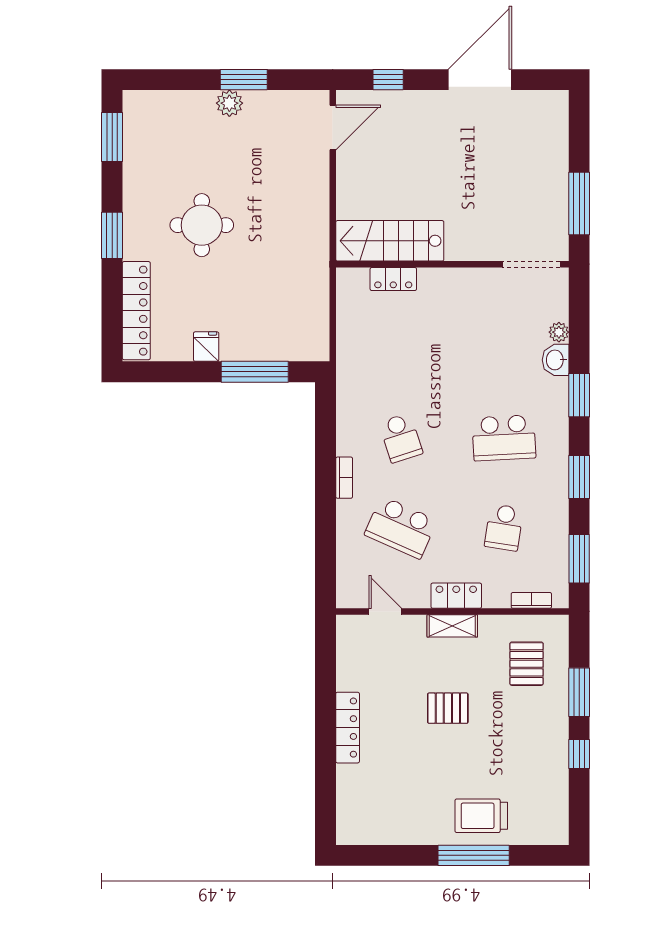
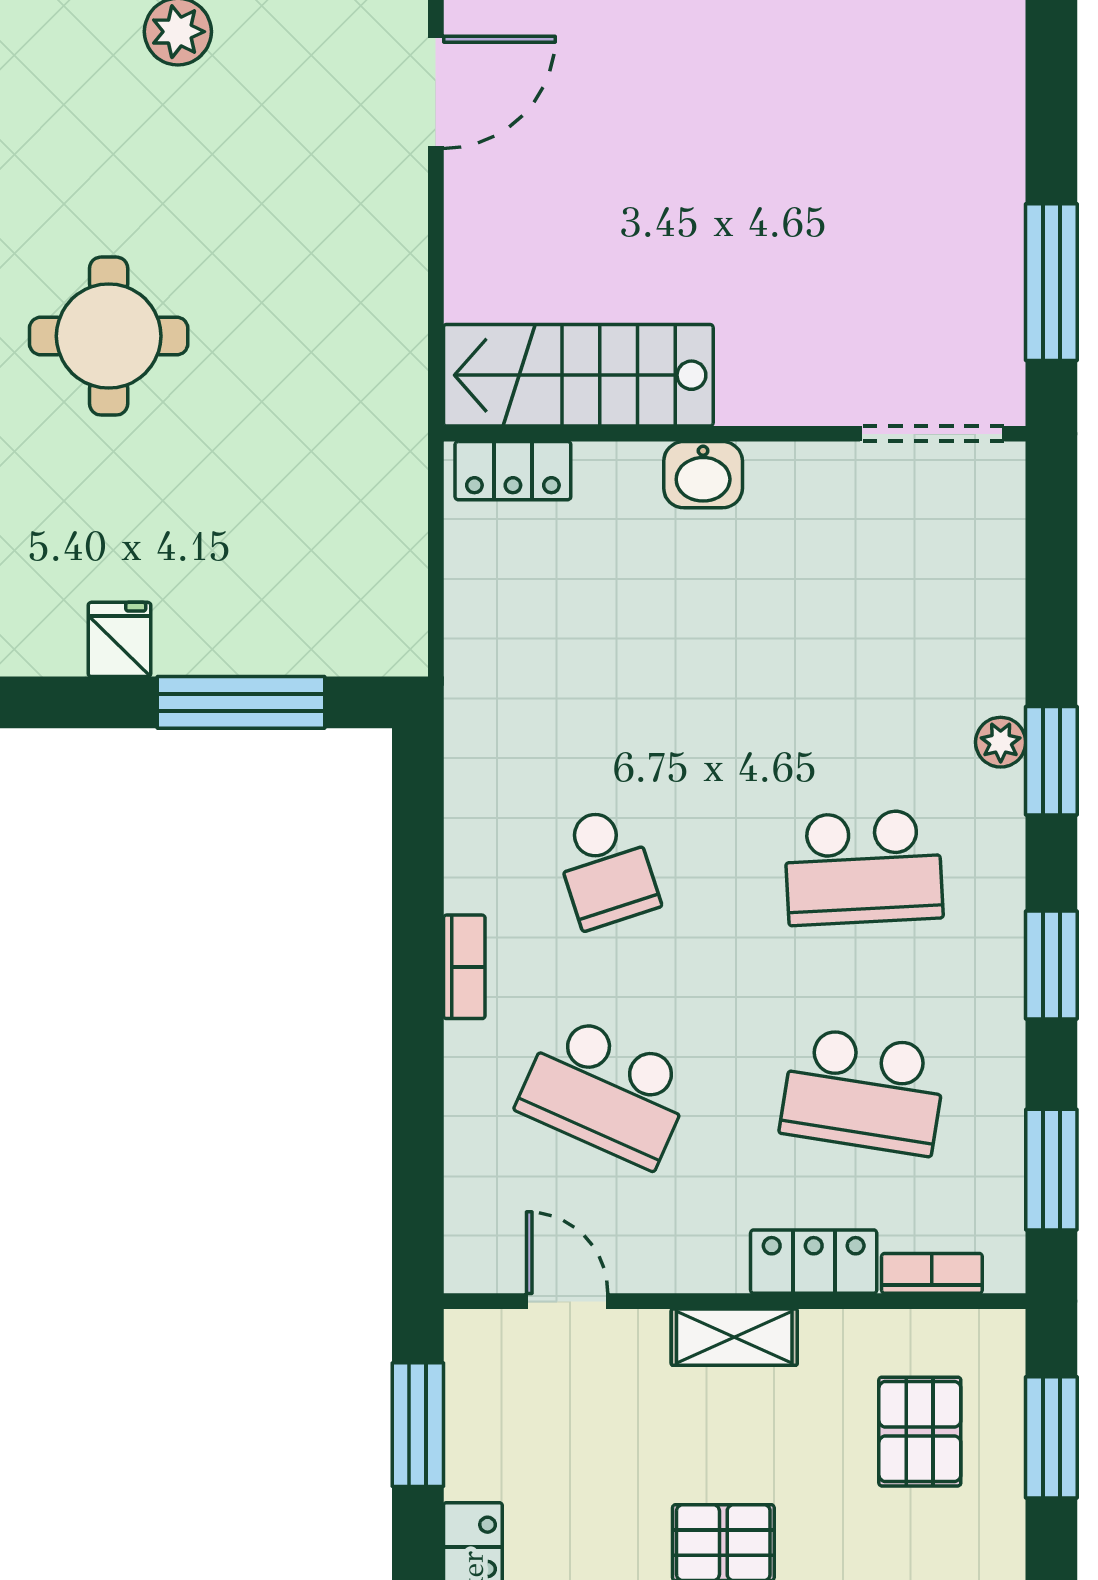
locker: (393, 279) -> (513, 471), moved
plant: (559, 332) -> (1001, 742), moved
washbasin: (556, 360) -> (703, 475), moved, turned -90
school desk: (504, 527) -> (863, 1091), width x1.85
locker: (456, 596) -> (814, 1262), moved
window: (326, 661) -> (418, 1425), added
window: (579, 692) -> (1051, 1437), moved

